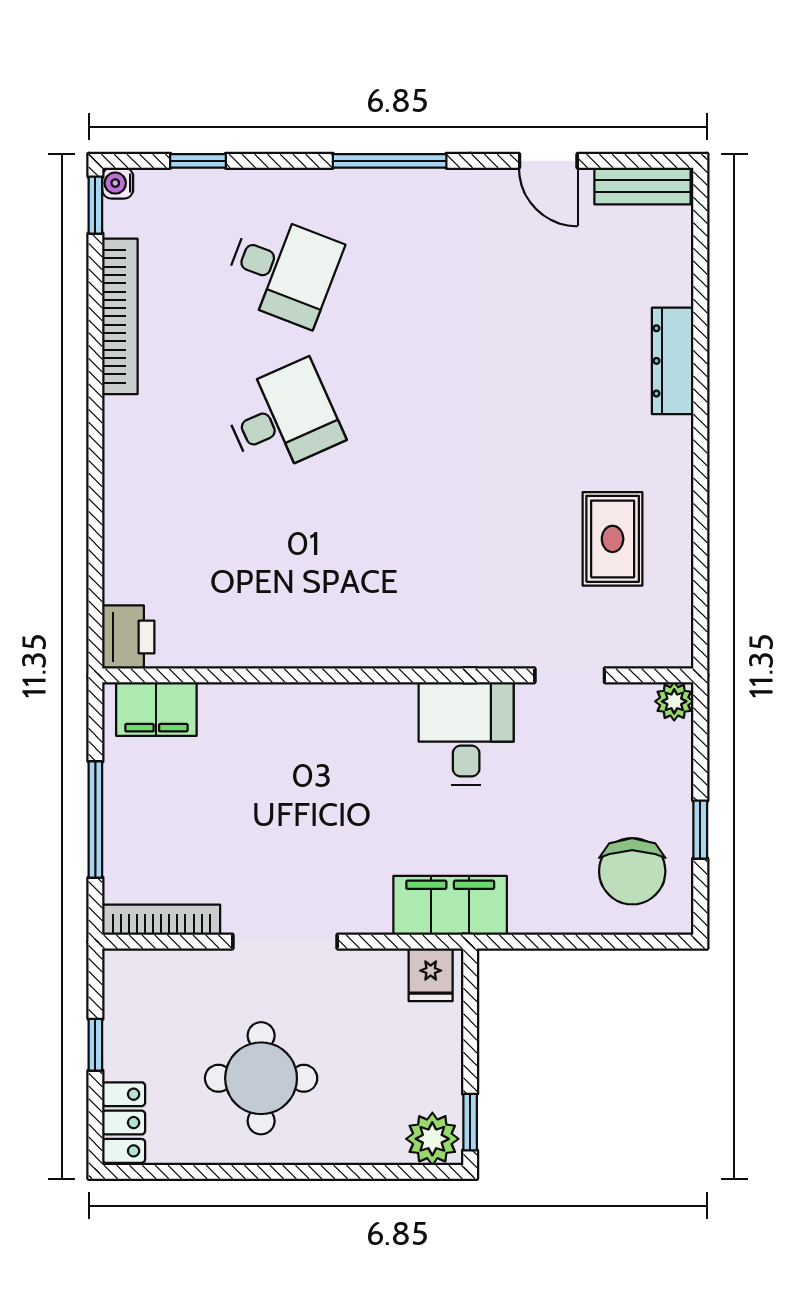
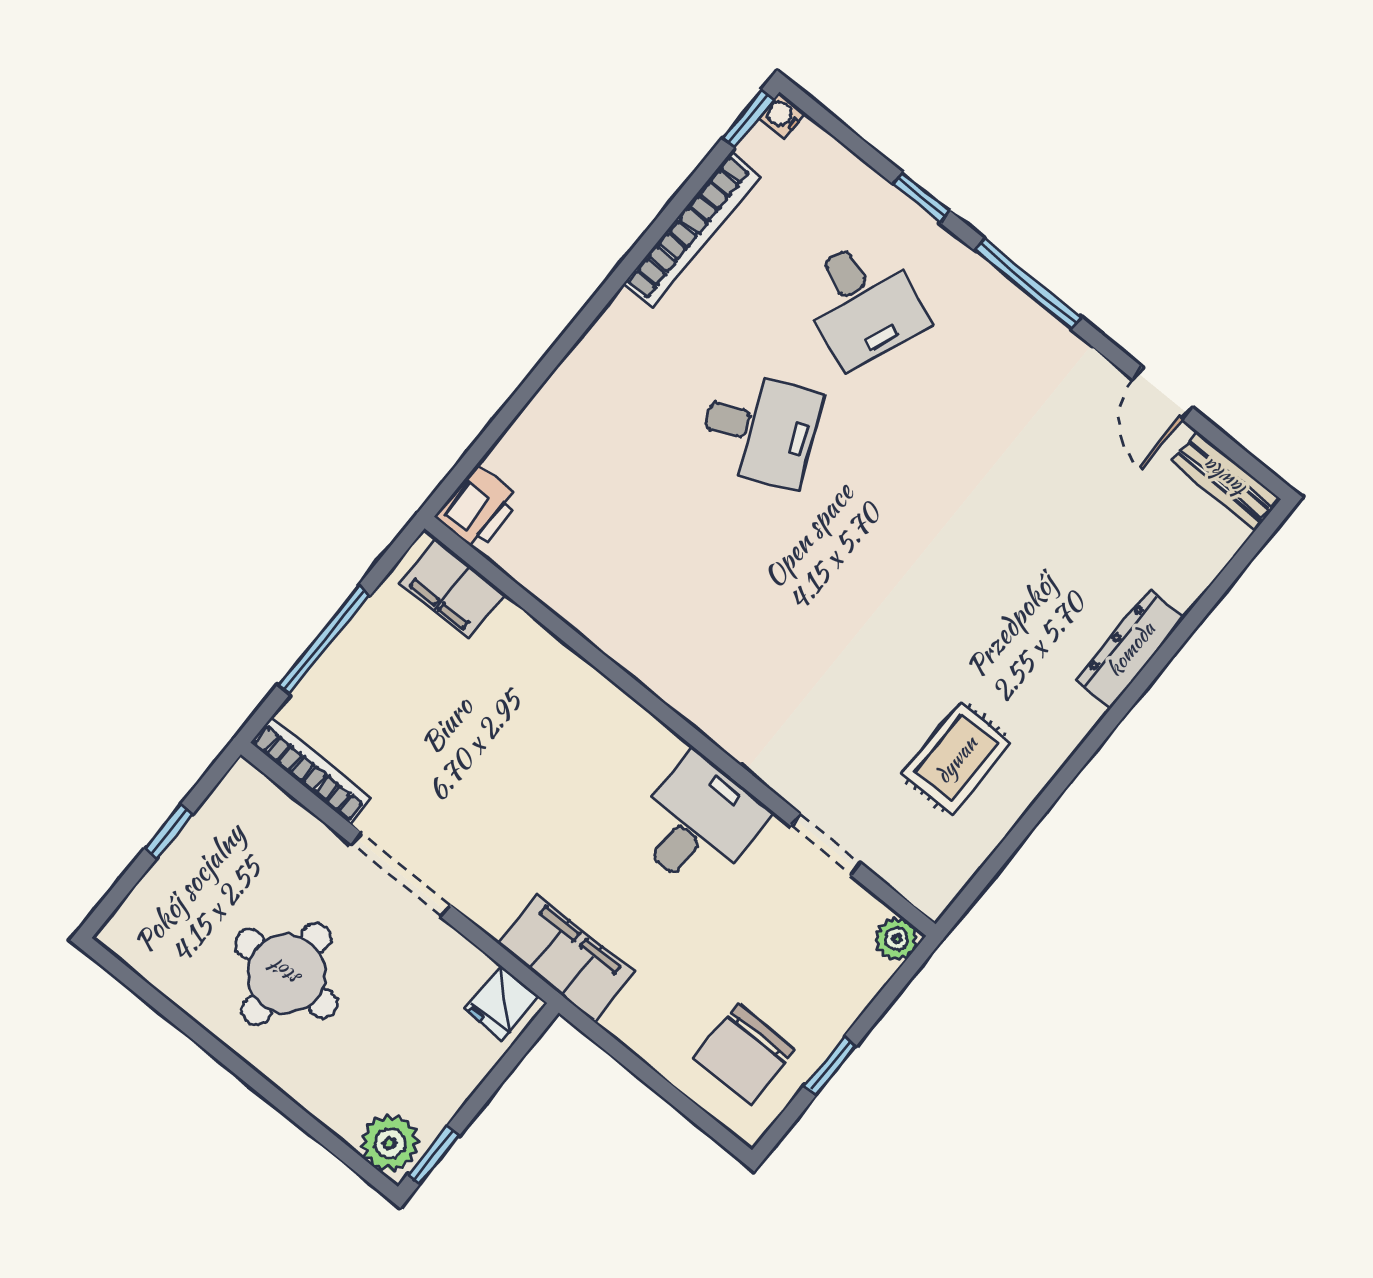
window: (198, 161) -> (922, 198), moved
locker: (124, 1123) -> (139, 917), removed

